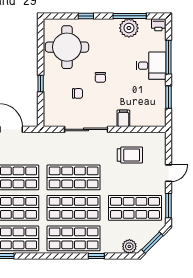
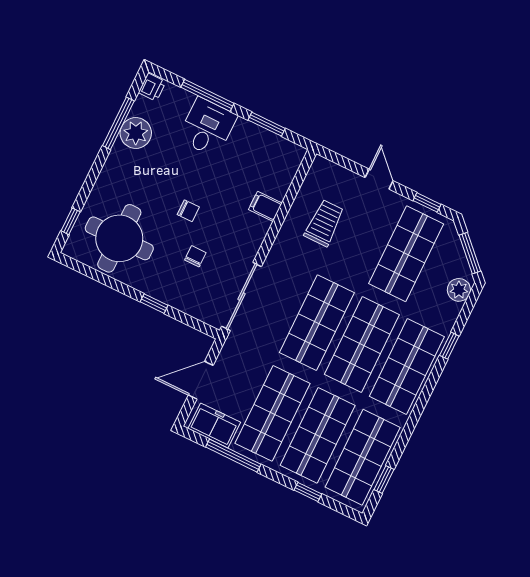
window: (86, 16) -> (71, 221), moved
sliding door: (86, 129) -> (242, 297), moved
window: (169, 206) -> (427, 202), width x0.67

